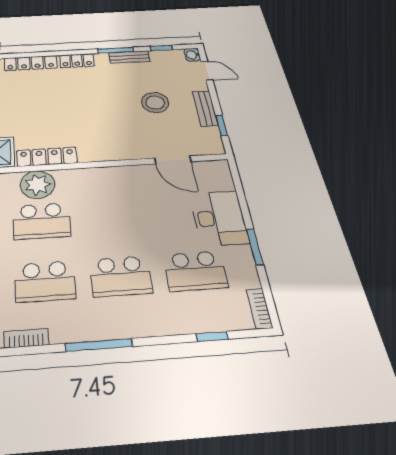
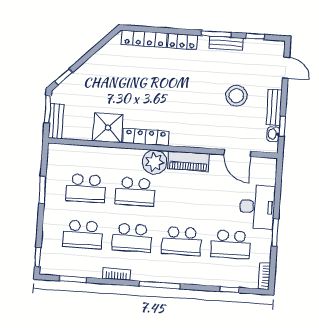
washbasin: (192, 55) -> (273, 134), moved
piano: (109, 177) -> (188, 161), added
plant: (37, 185) -> (154, 162), moved

